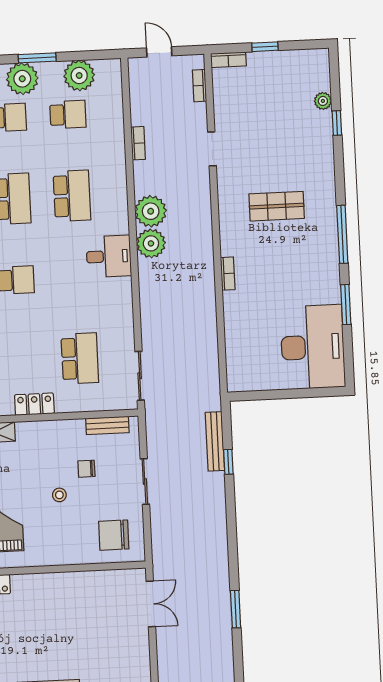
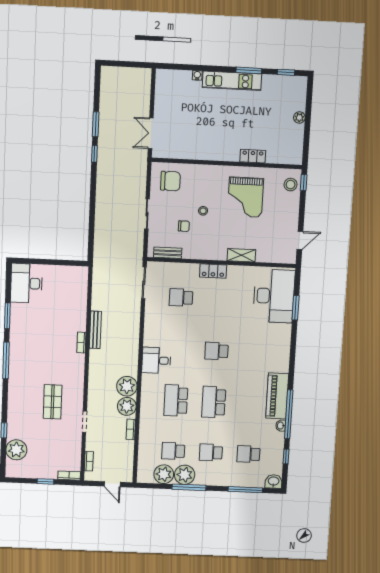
window: (37, 58) -> (189, 487), width x1.44
plant: (22, 79) -> (185, 475), moved
plant: (323, 101) -> (16, 450), width x1.88, depth x1.88
shop shelf: (277, 206) -> (53, 402), moved, turned 90
plant: (151, 243) -> (127, 406), moved
desk: (313, 347) -> (26, 283), width x0.73, depth x0.77
school desk: (80, 358) -> (181, 298), width x0.54
bench: (215, 441) -> (95, 330), moved
window: (228, 462) -> (94, 154), moved

